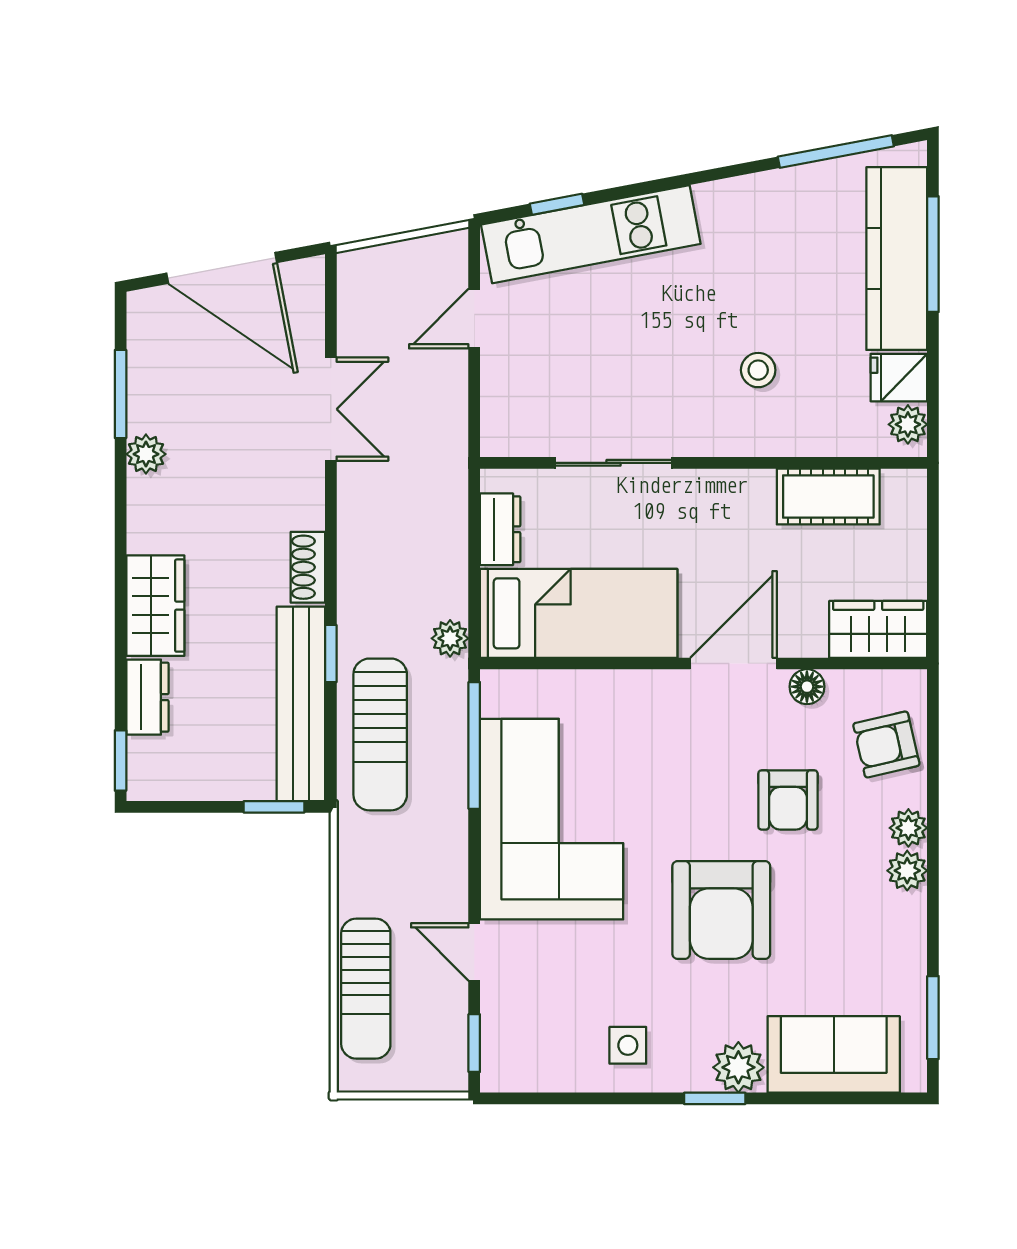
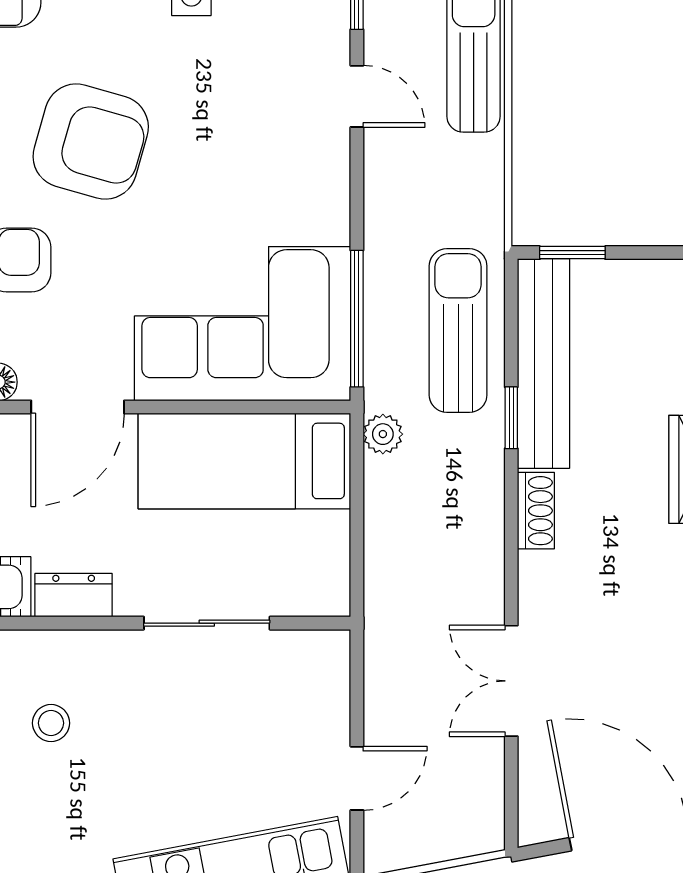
dresser: (500, 529) -> (74, 595), moved, turned 90
corner sofa: (552, 819) -> (243, 324), moved, turned 90
armchair: (721, 910) -> (91, 142), turned 106

